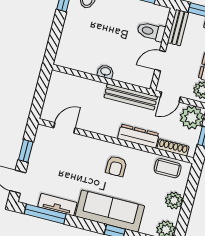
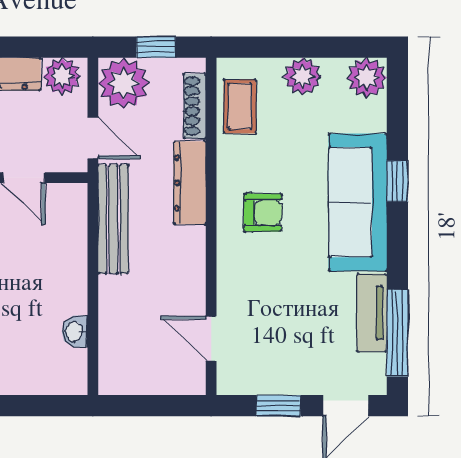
washbasin: (106, 72) -> (75, 331), moved

